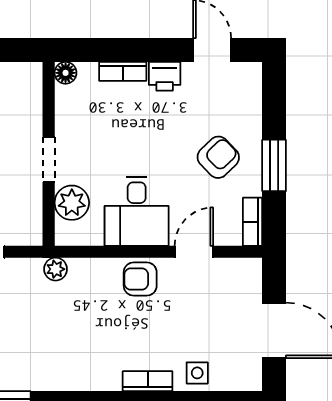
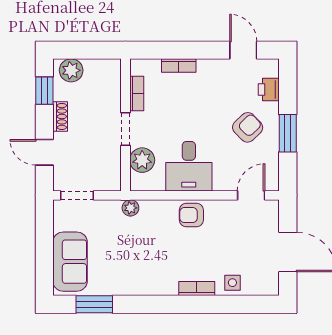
floor lamp: (66, 73) -> (138, 67), removed
printer: (165, 76) -> (269, 90), moved, turned 90
bookcase: (253, 222) -> (137, 93), moved, turned 180
door: (194, 252) -> (251, 195), moved

